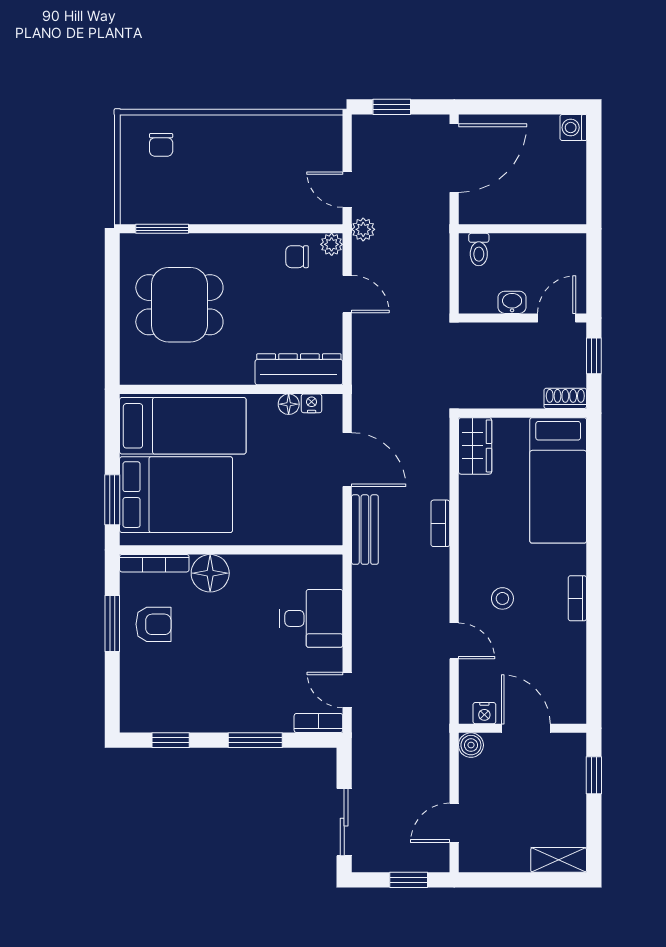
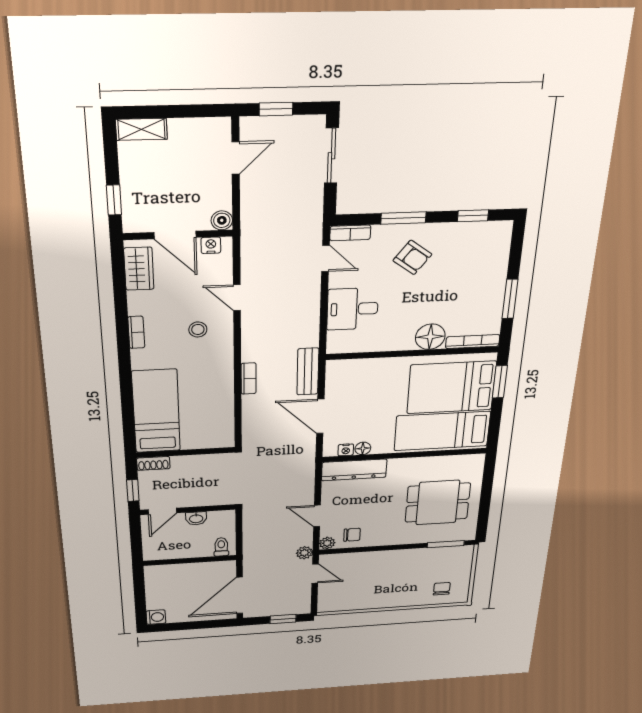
wardrobe: (475, 446) -> (139, 269), moved, turned 180
armchair: (153, 624) -> (412, 257), moved, turned -143

